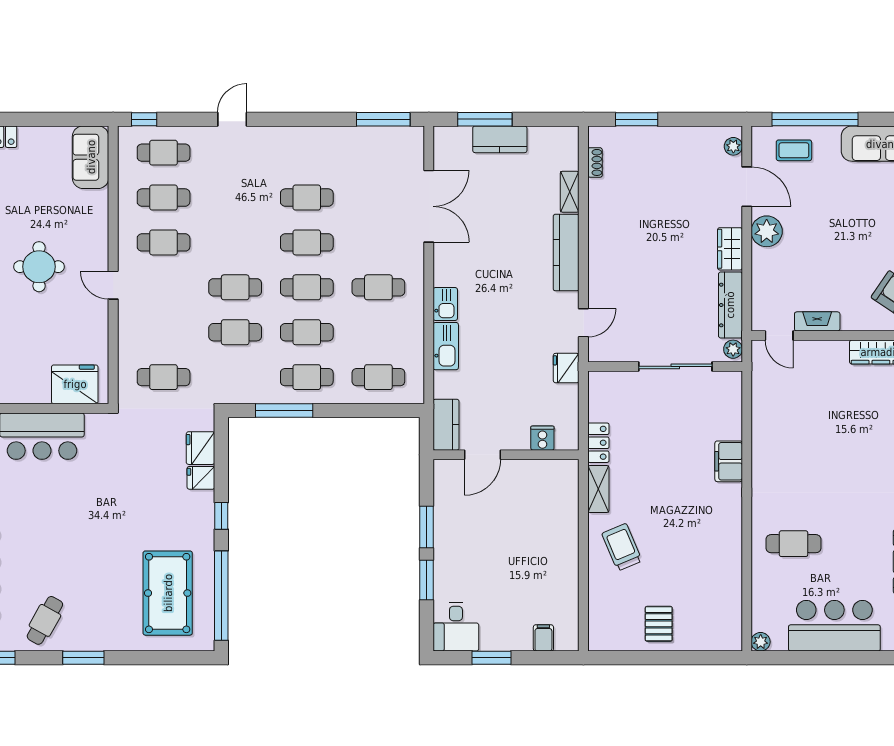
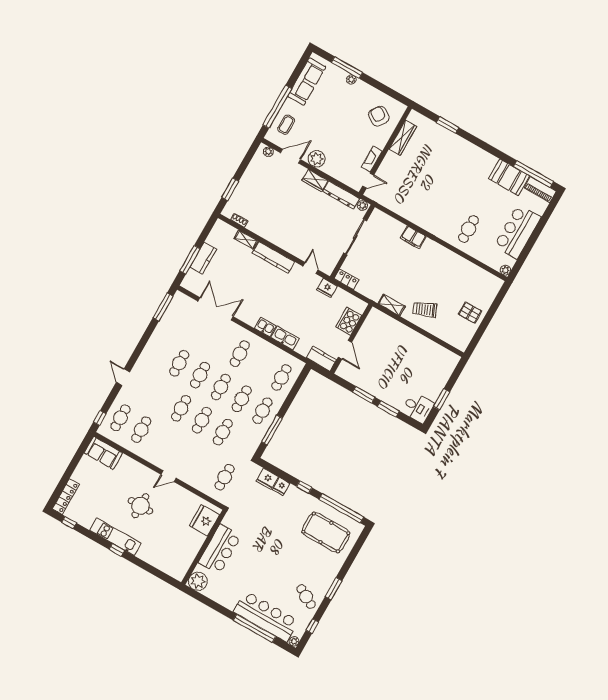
cafe table: (164, 242) -> (181, 408), moved
cooker: (542, 438) -> (349, 321), width x1.87, depth x1.31
locker: (598, 443) -> (346, 279), moved
filing cabinet: (543, 638) -> (446, 370), removed

